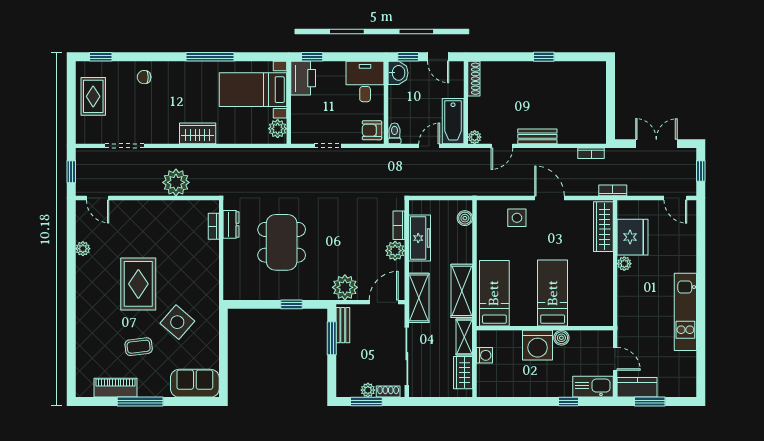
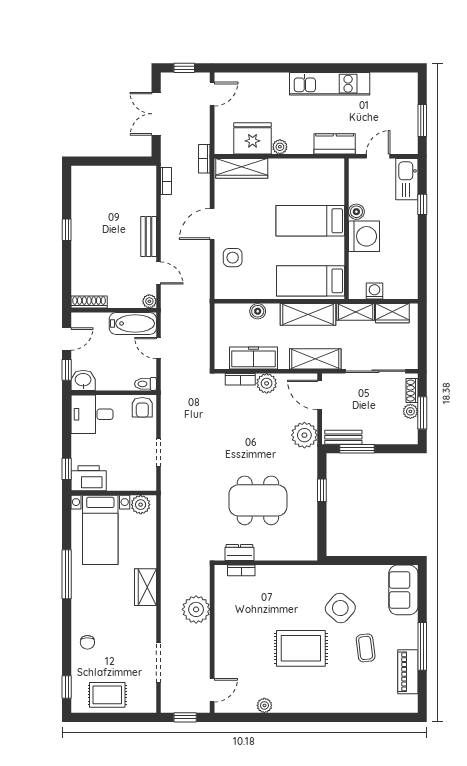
boiler: (465, 218) -> (258, 311), moved
kitchen counter: (637, 387) -> (335, 144), moved, turned 90

